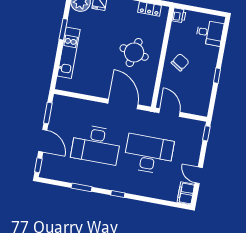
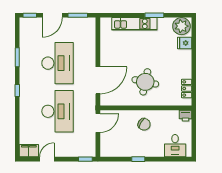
desk: (96, 145) -> (58, 63), turned 180

